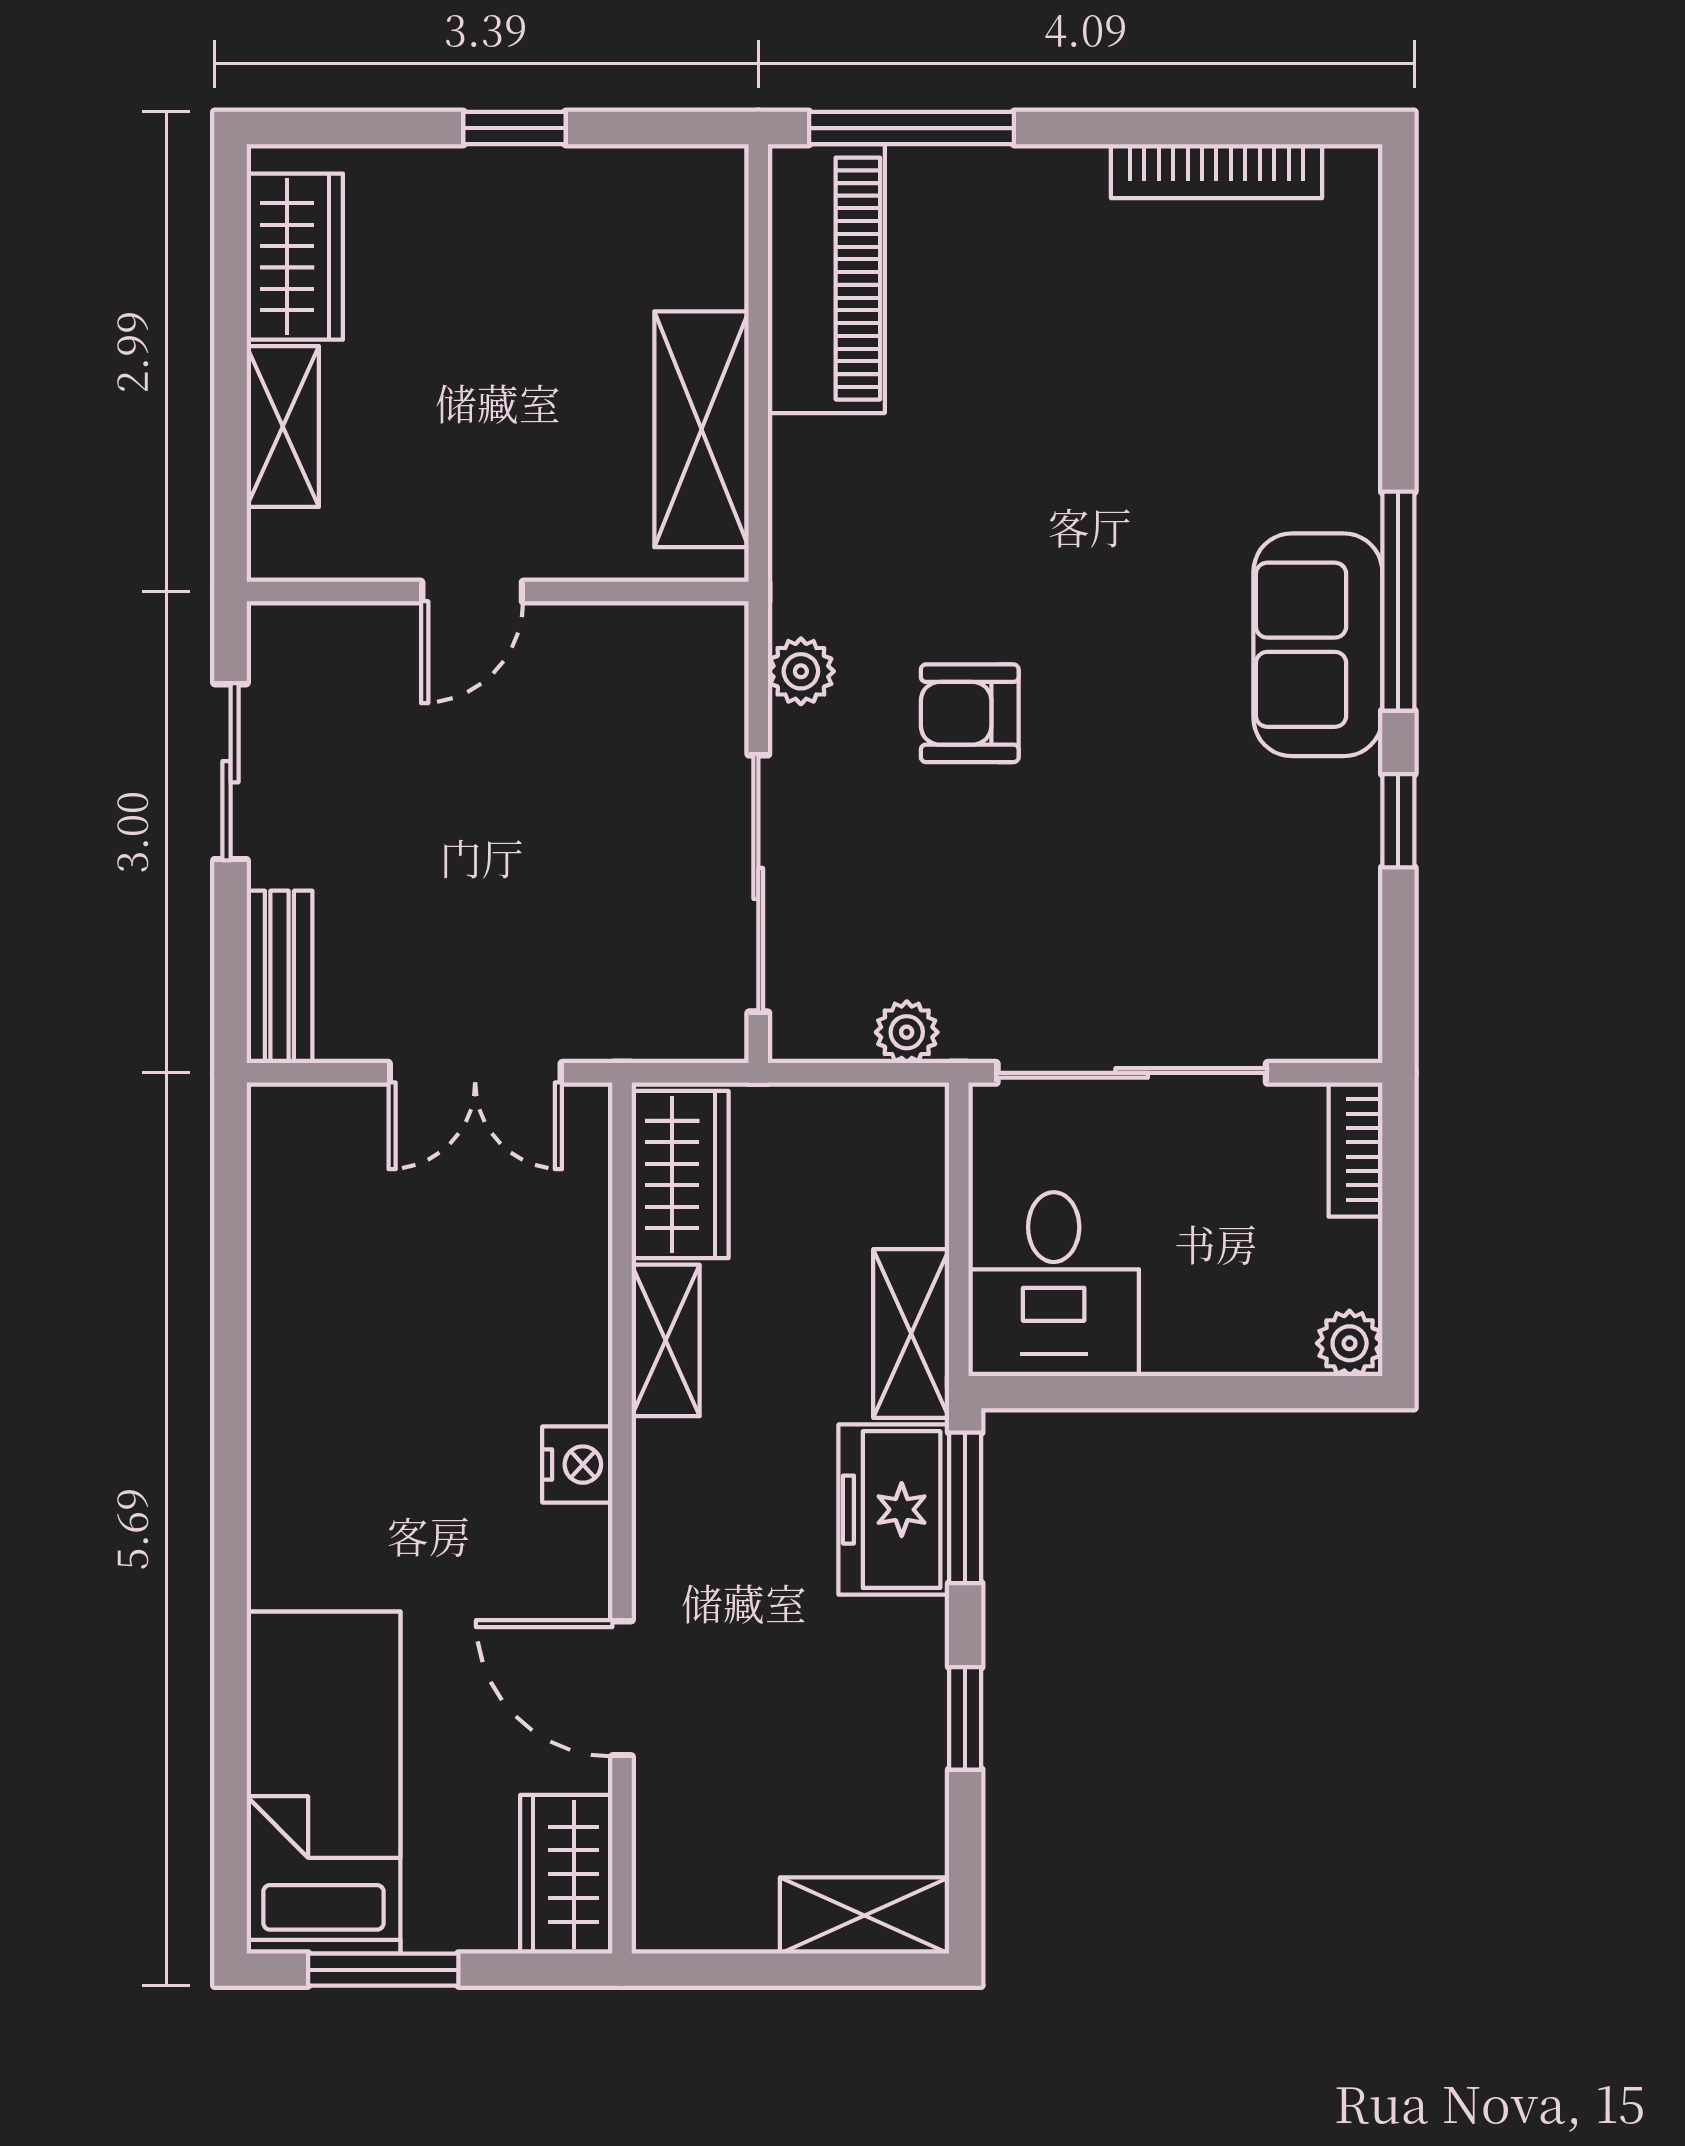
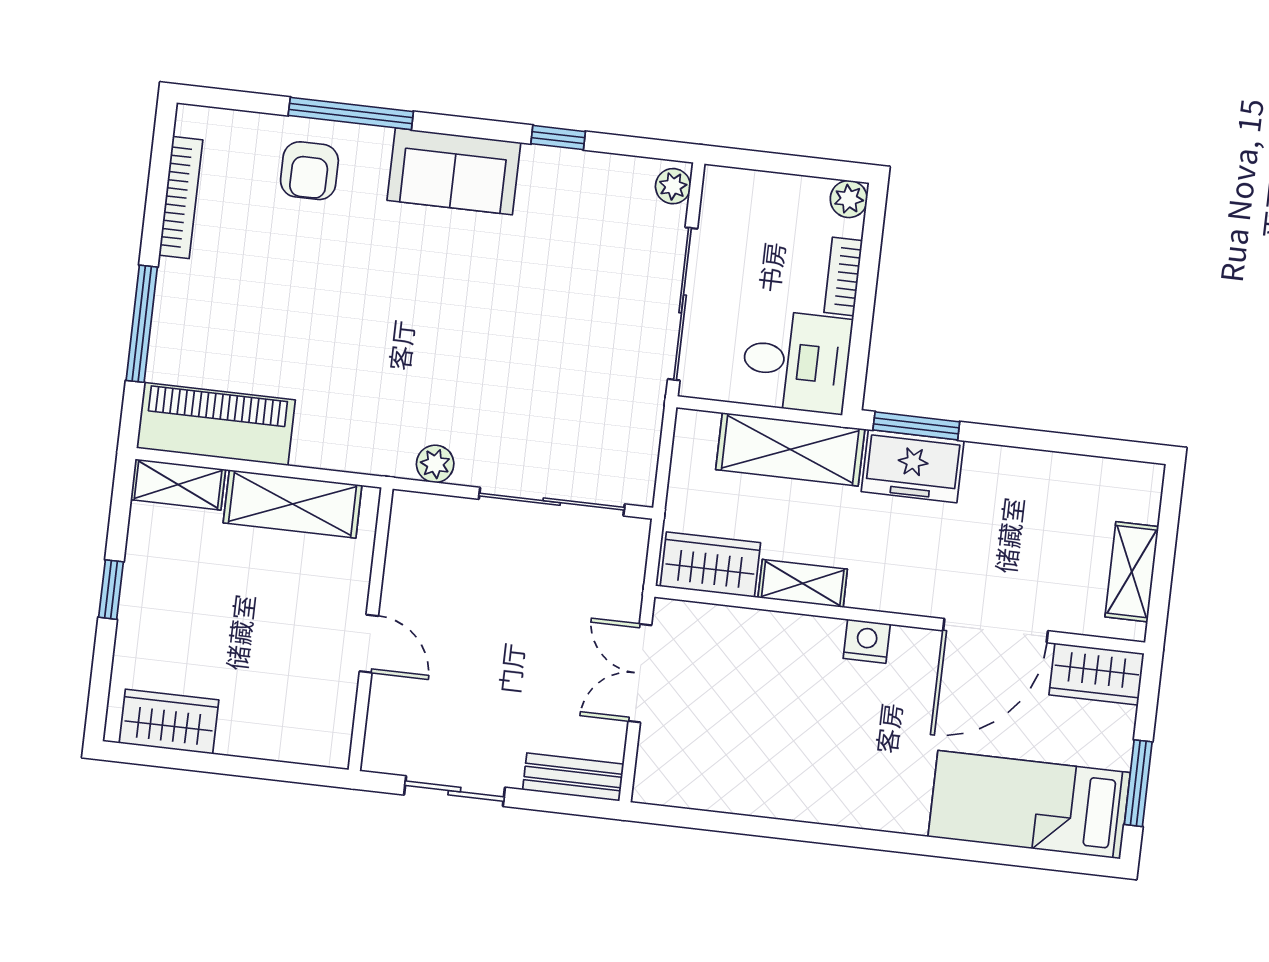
window: (912, 128) -> (142, 324), moved
shelving: (283, 427) -> (178, 485), moved
window: (1398, 601) -> (351, 114), moved
armchair: (970, 713) -> (309, 171), moved
plant: (907, 1032) -> (673, 186), moved
double door: (475, 1073) -> (640, 673), swing flipped
bookcase: (1355, 1150) -> (843, 276), moved, turned 90
shelving: (911, 1334) -> (790, 449), width x1.50, depth x1.33
door: (622, 1688) -> (995, 631), width x1.36
window: (965, 1718) -> (1035, 440), removed
shelving: (865, 1915) -> (1132, 572), moved

